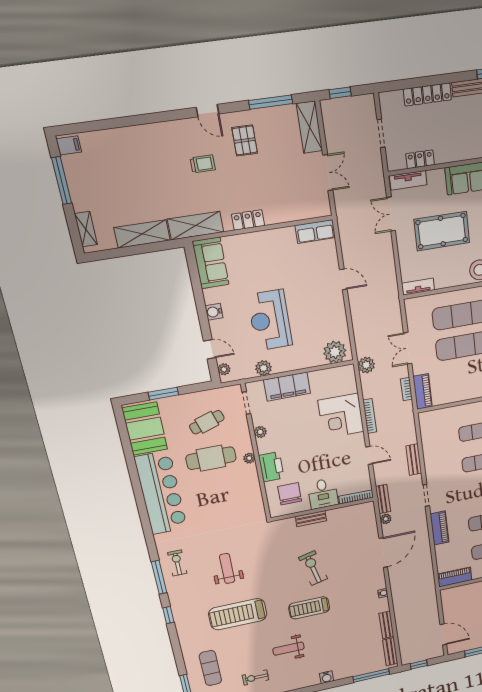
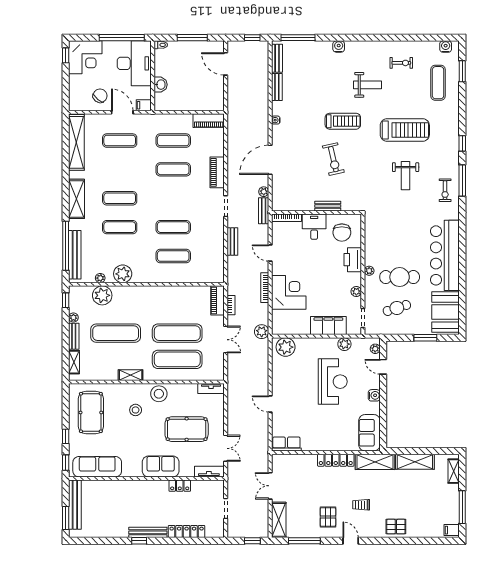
pallet: (149, 140) -> (396, 527), added
locker: (420, 159) -> (180, 486), moved
locker: (248, 220) -> (336, 460), width x1.53

